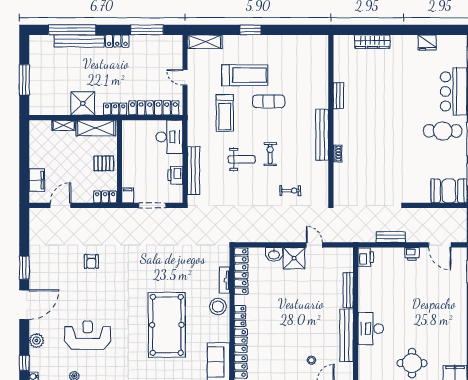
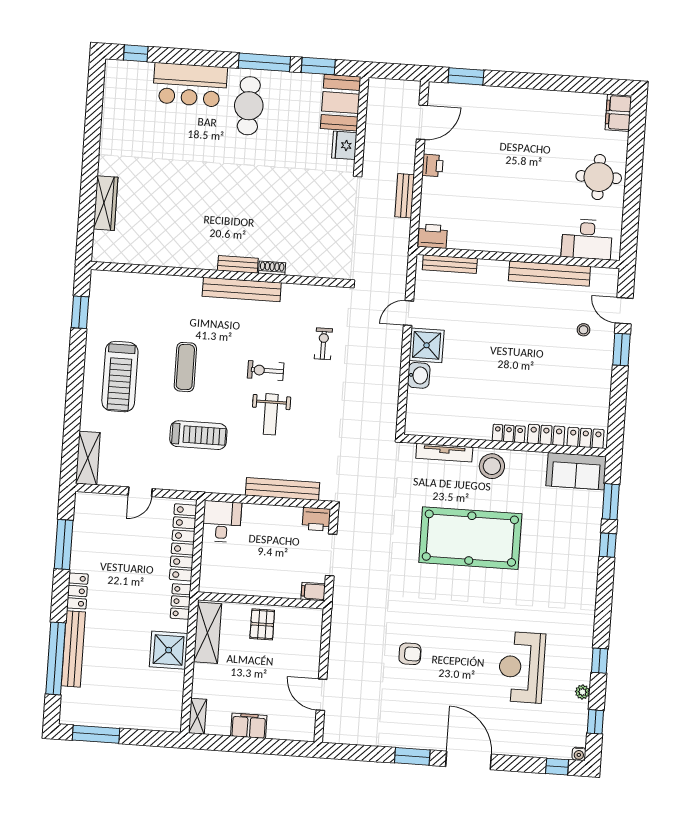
window: (251, 30) -> (80, 312), moved
fridge: (427, 42) -> (344, 145), moved, turned 180
treadmill: (245, 75) -> (120, 377), moved, turned 180
window: (24, 80) -> (96, 734), moved
bench: (338, 96) -> (238, 264), moved
shelving: (64, 125) -> (198, 716), moved
desk: (169, 137) -> (222, 521), width x0.73
weight bench: (242, 159) -> (271, 414), turned 180
printer: (175, 175) -> (316, 519), moved
filing cabinet: (37, 180) -> (249, 726), moved
locker: (105, 197) -> (313, 626), removed
locker: (241, 271) -> (441, 427), removed
tv unit: (225, 280) -> (444, 453), width x1.41
bench: (348, 290) -> (450, 264), moved
pool table: (167, 325) -> (470, 538), moved
desk: (371, 329) -> (587, 239), moved
plant: (36, 341) -> (524, 746), removed

